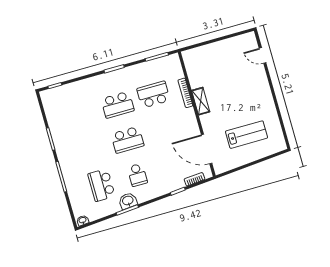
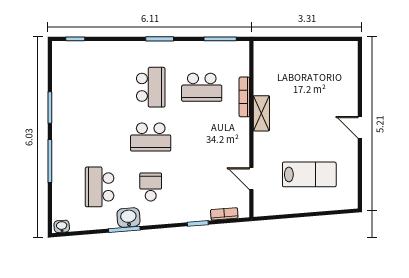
door: (263, 55) -> (360, 127), moved
school desk: (153, 95) -> (202, 87), turned 180
school desk: (118, 105) -> (151, 87), turned -90
door: (207, 149) -> (251, 179), width x0.53
school desk: (137, 175) -> (151, 187), turned 180

